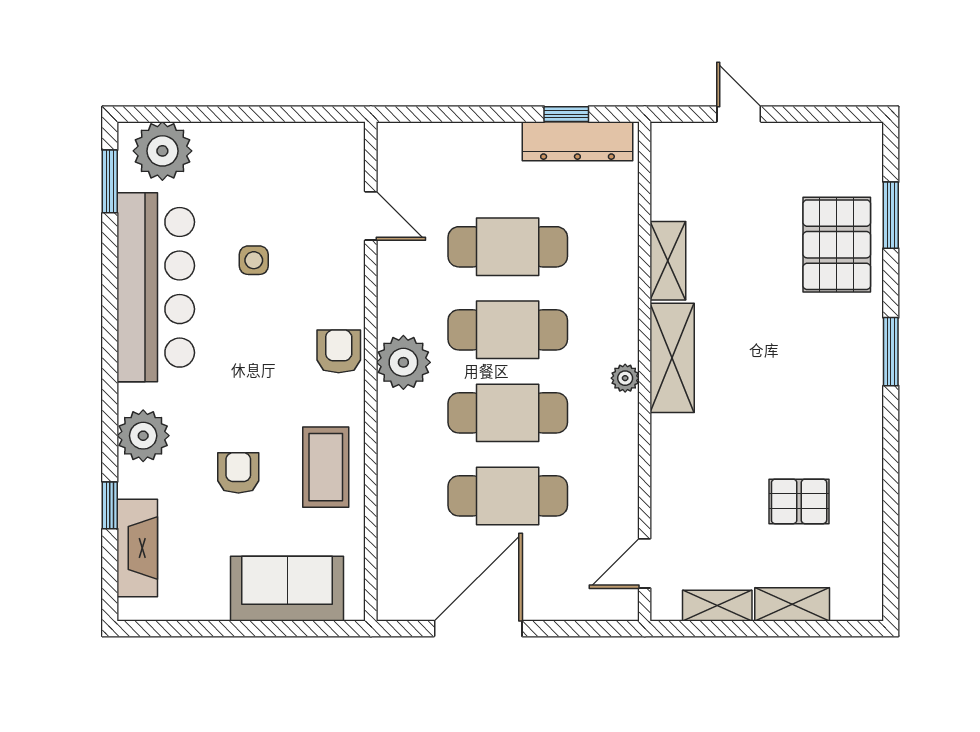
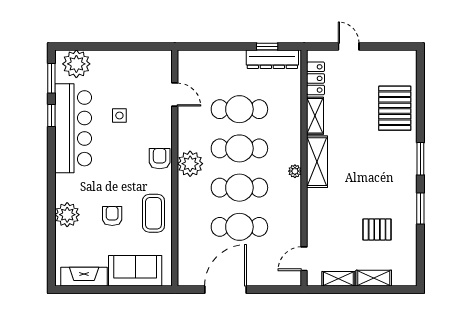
locker: (669, 182) -> (316, 78), added
window: (891, 215) -> (420, 208), moved
plant: (143, 436) -> (67, 215), moved
window: (110, 505) -> (51, 115), moved
fireplace: (137, 548) -> (84, 277), moved, turned -90

